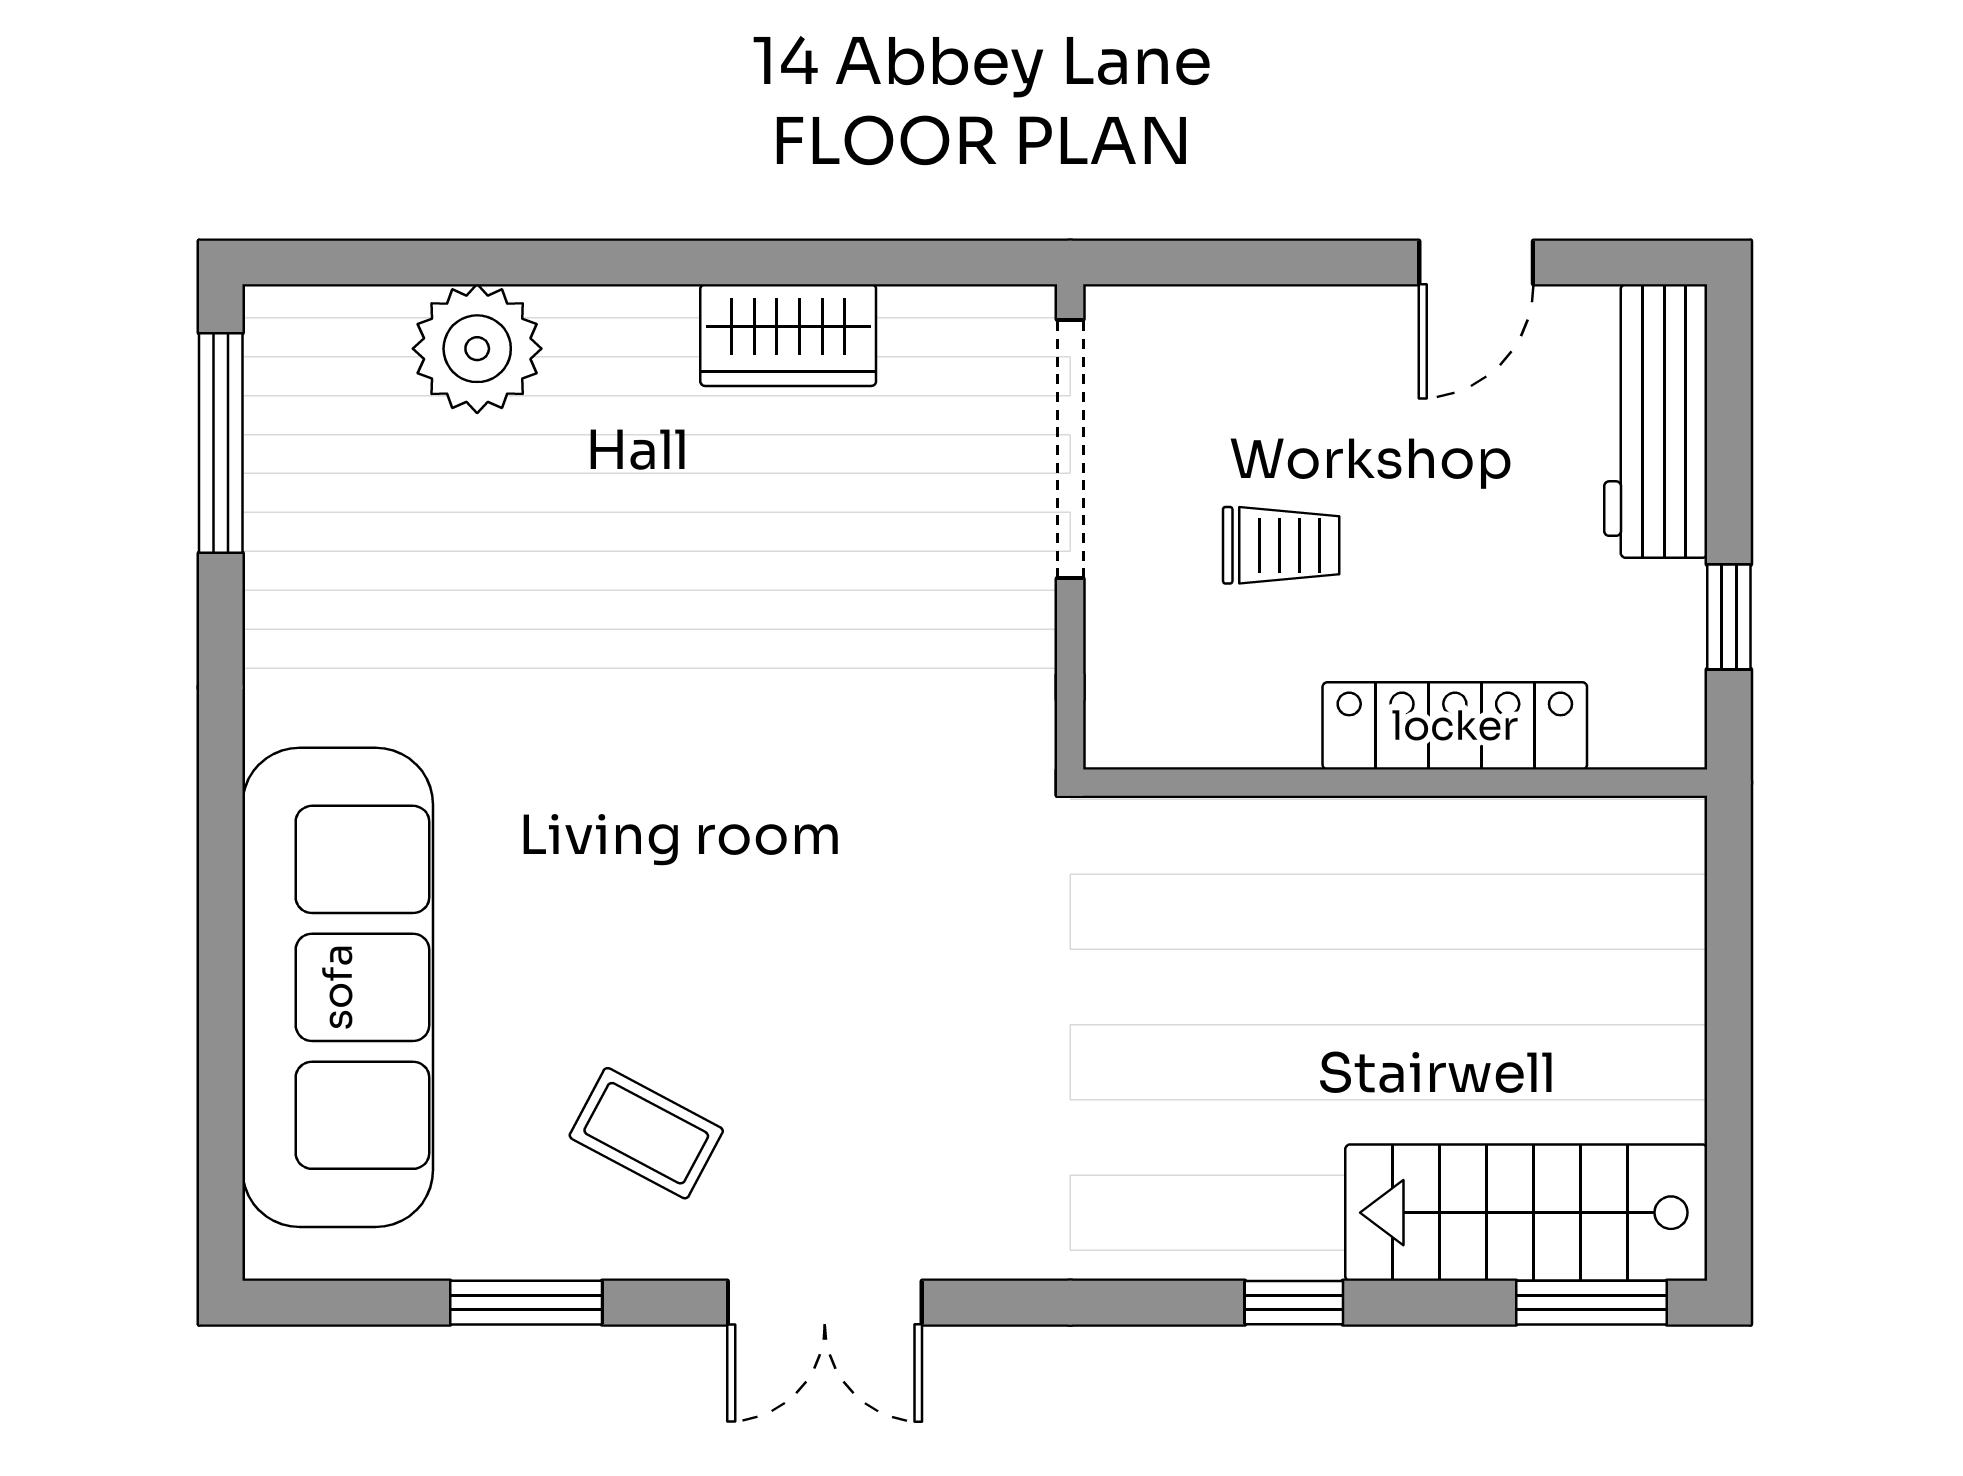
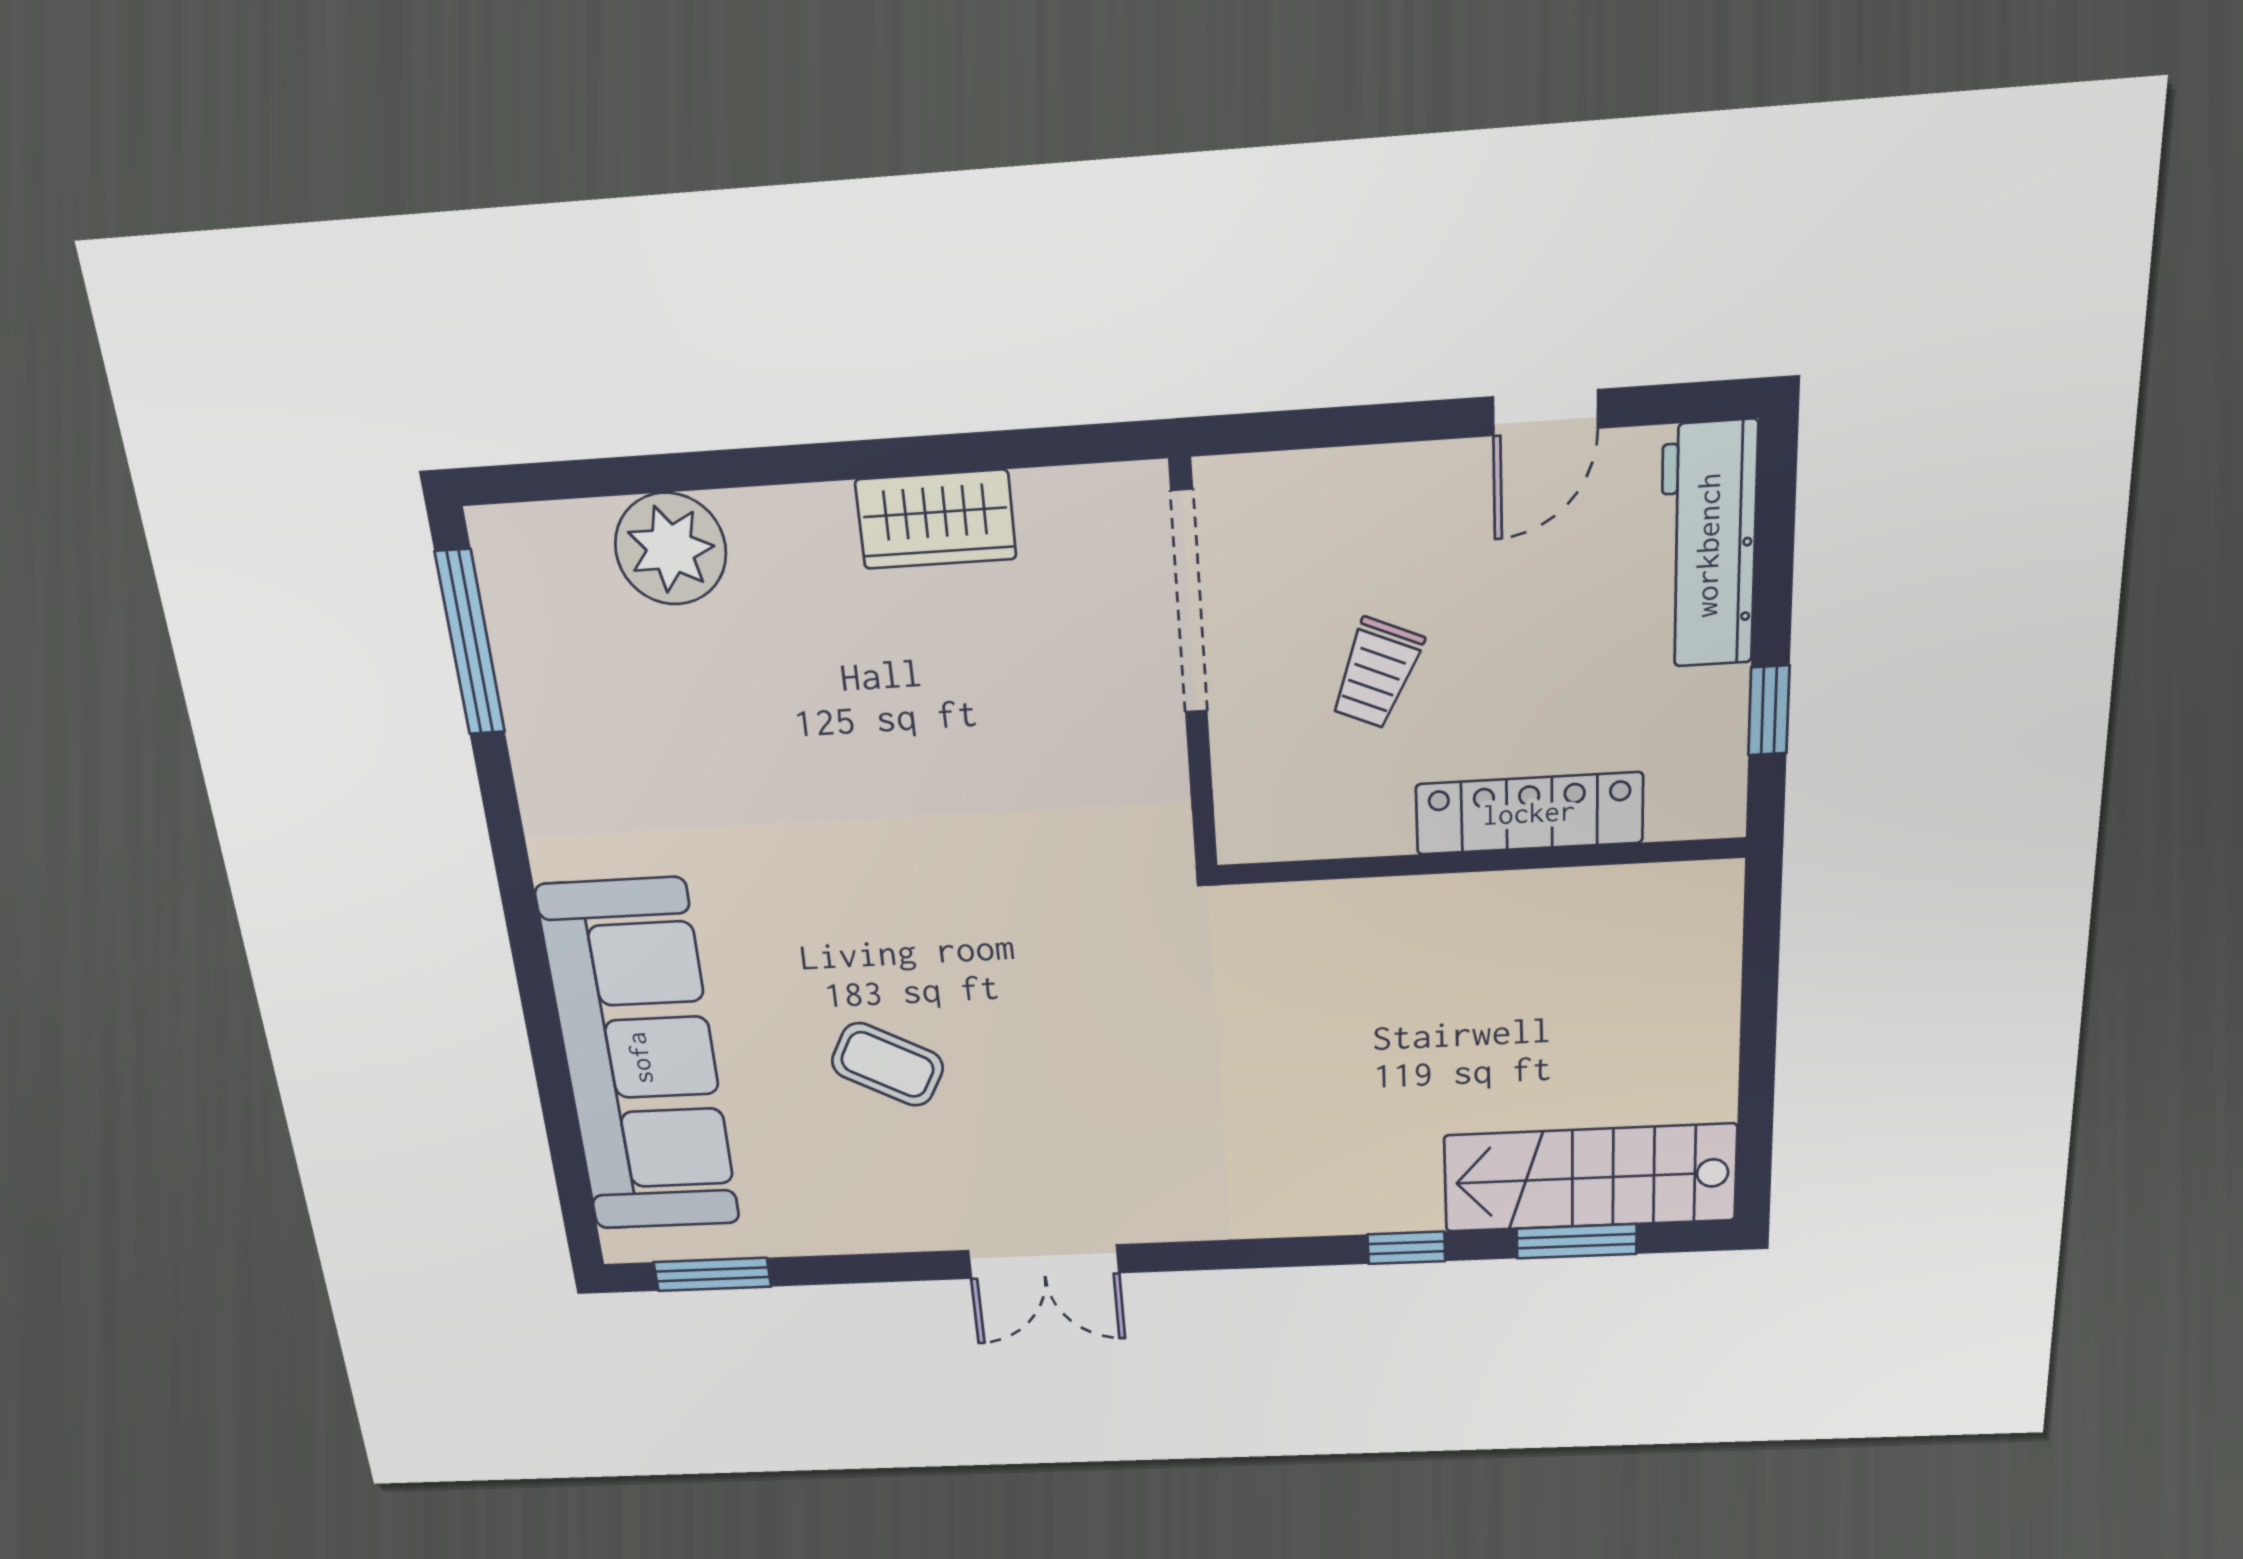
trolley: (1281, 545) -> (1376, 673), turned 113
coffee table: (646, 1133) -> (887, 1064), moved
window: (526, 1303) -> (712, 1274), moved
window: (1592, 1303) -> (1577, 1241), moved

